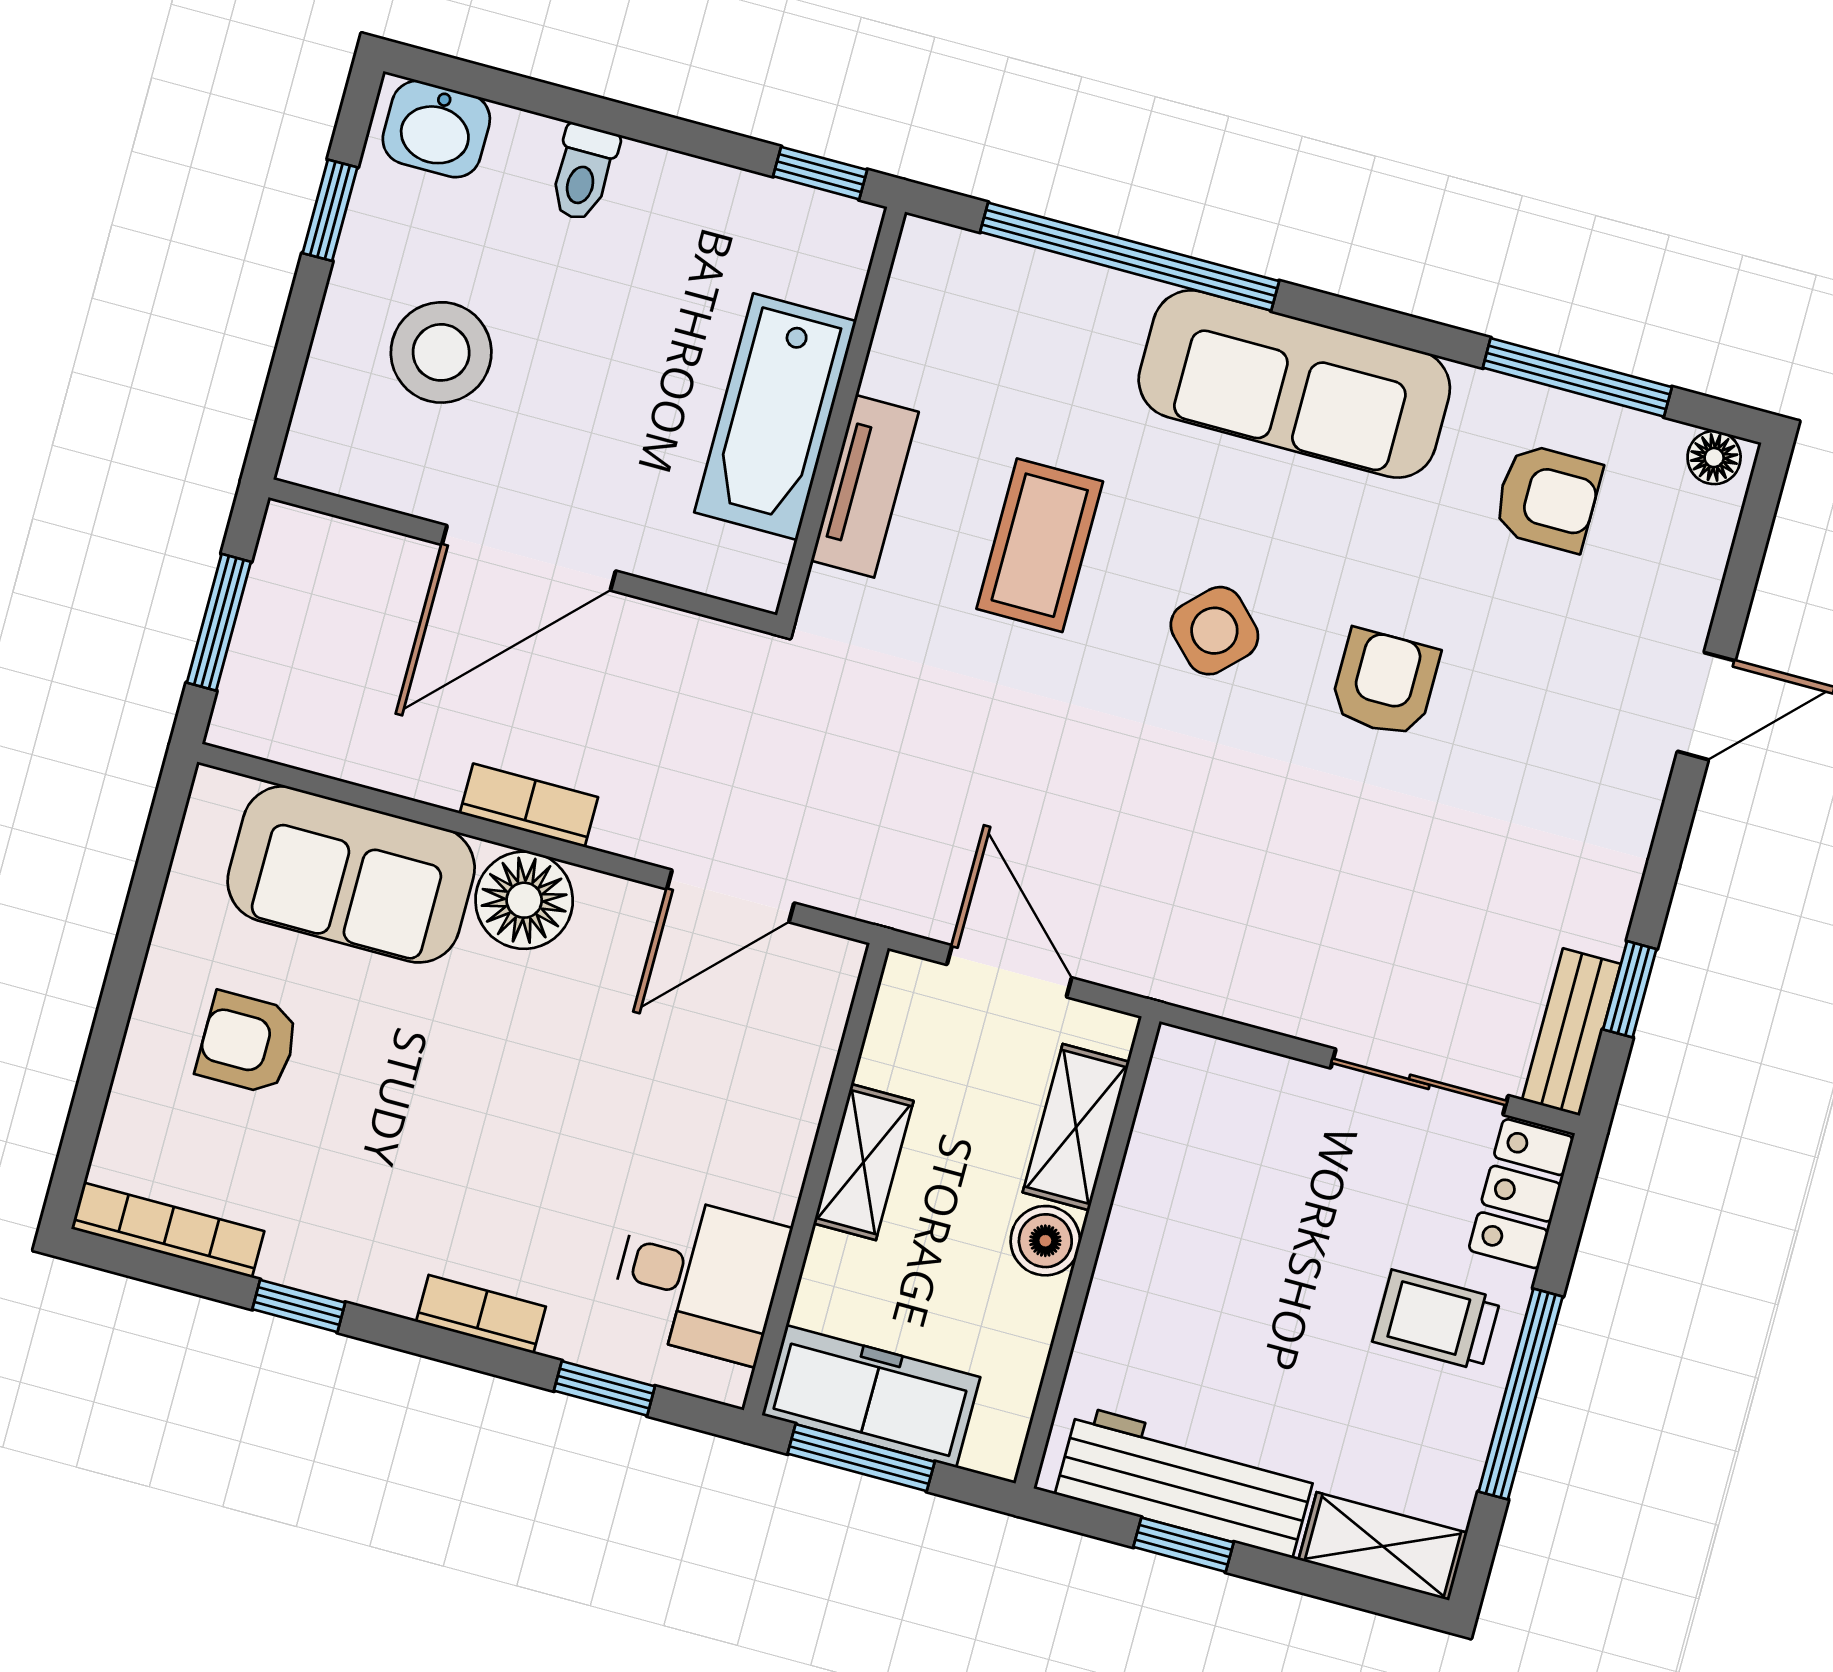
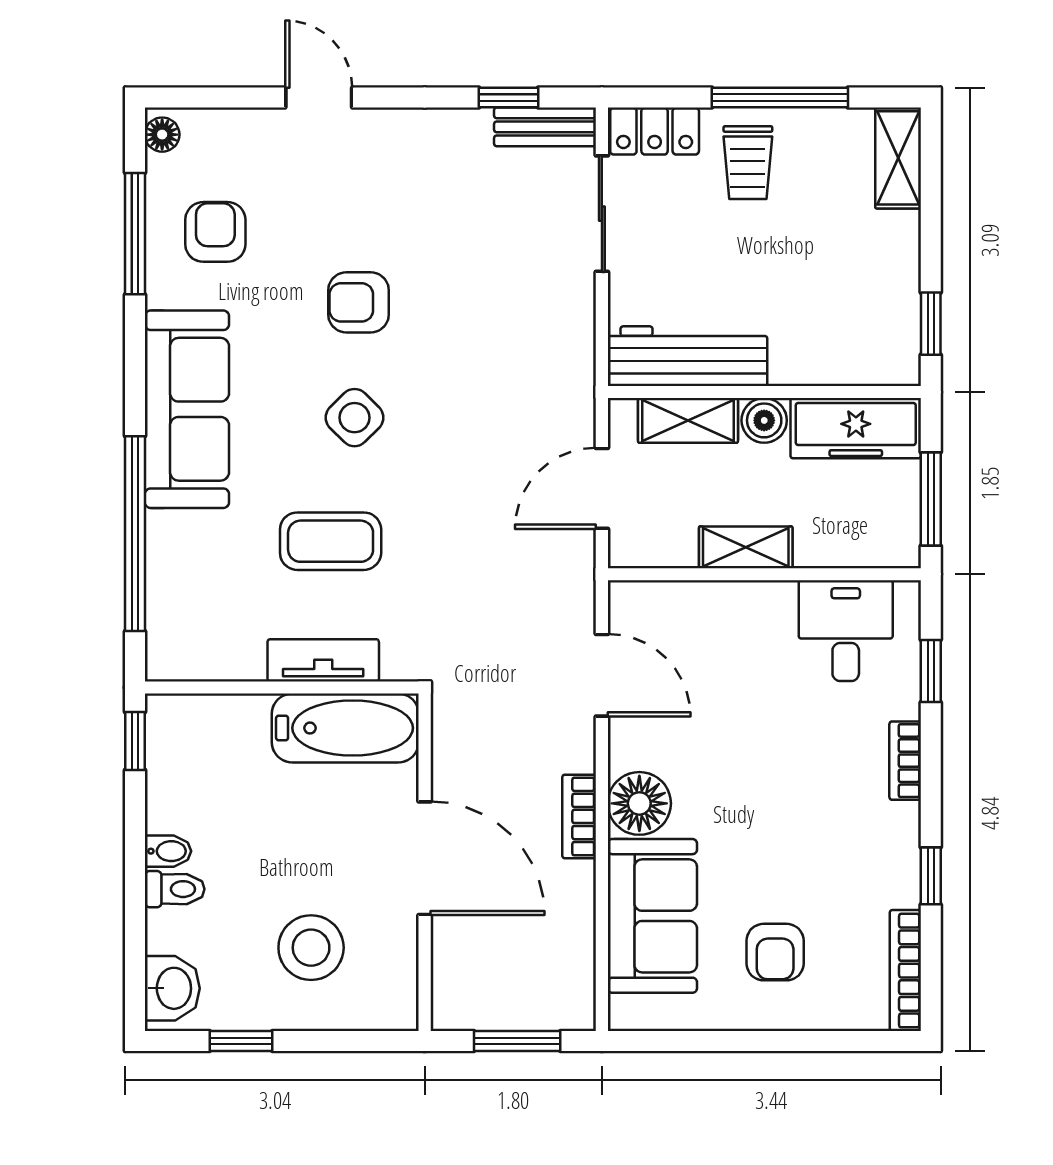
bidet: (643, 178) -> (168, 851), added
bathtub: (775, 417) -> (345, 728), moved
freezer: (871, 1396) -> (856, 428), moved, turned -90
workbench: (1186, 1482) -> (687, 356), moved, turned 90
window: (1184, 1545) -> (931, 324), moved

